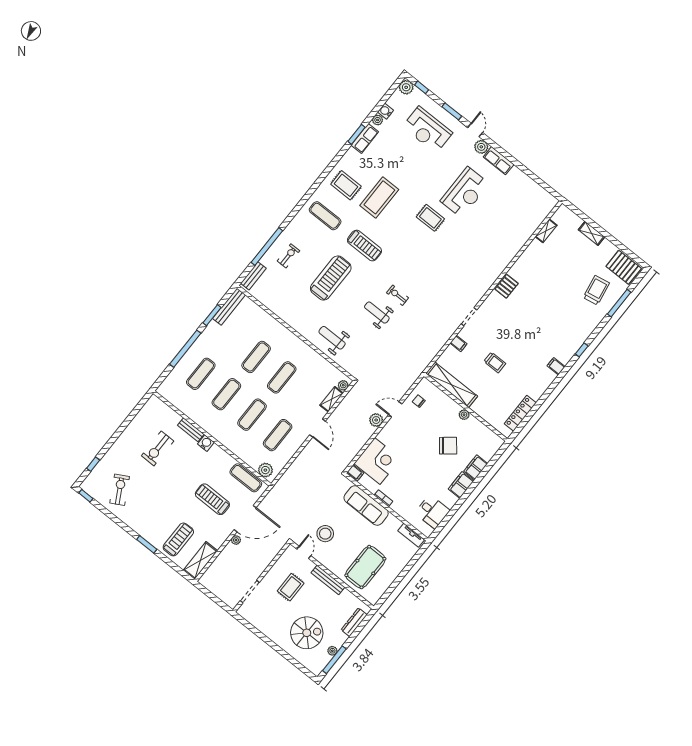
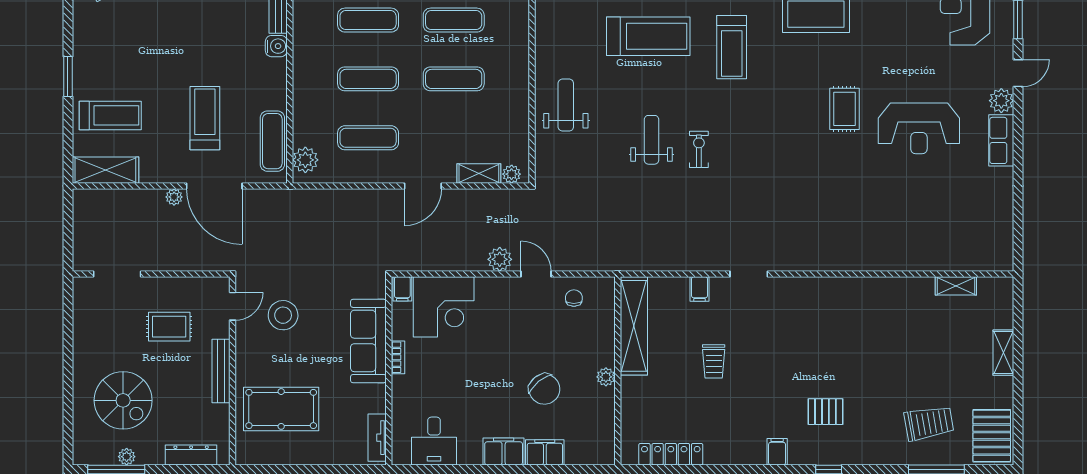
pallet: (507, 286) -> (825, 412), moved

